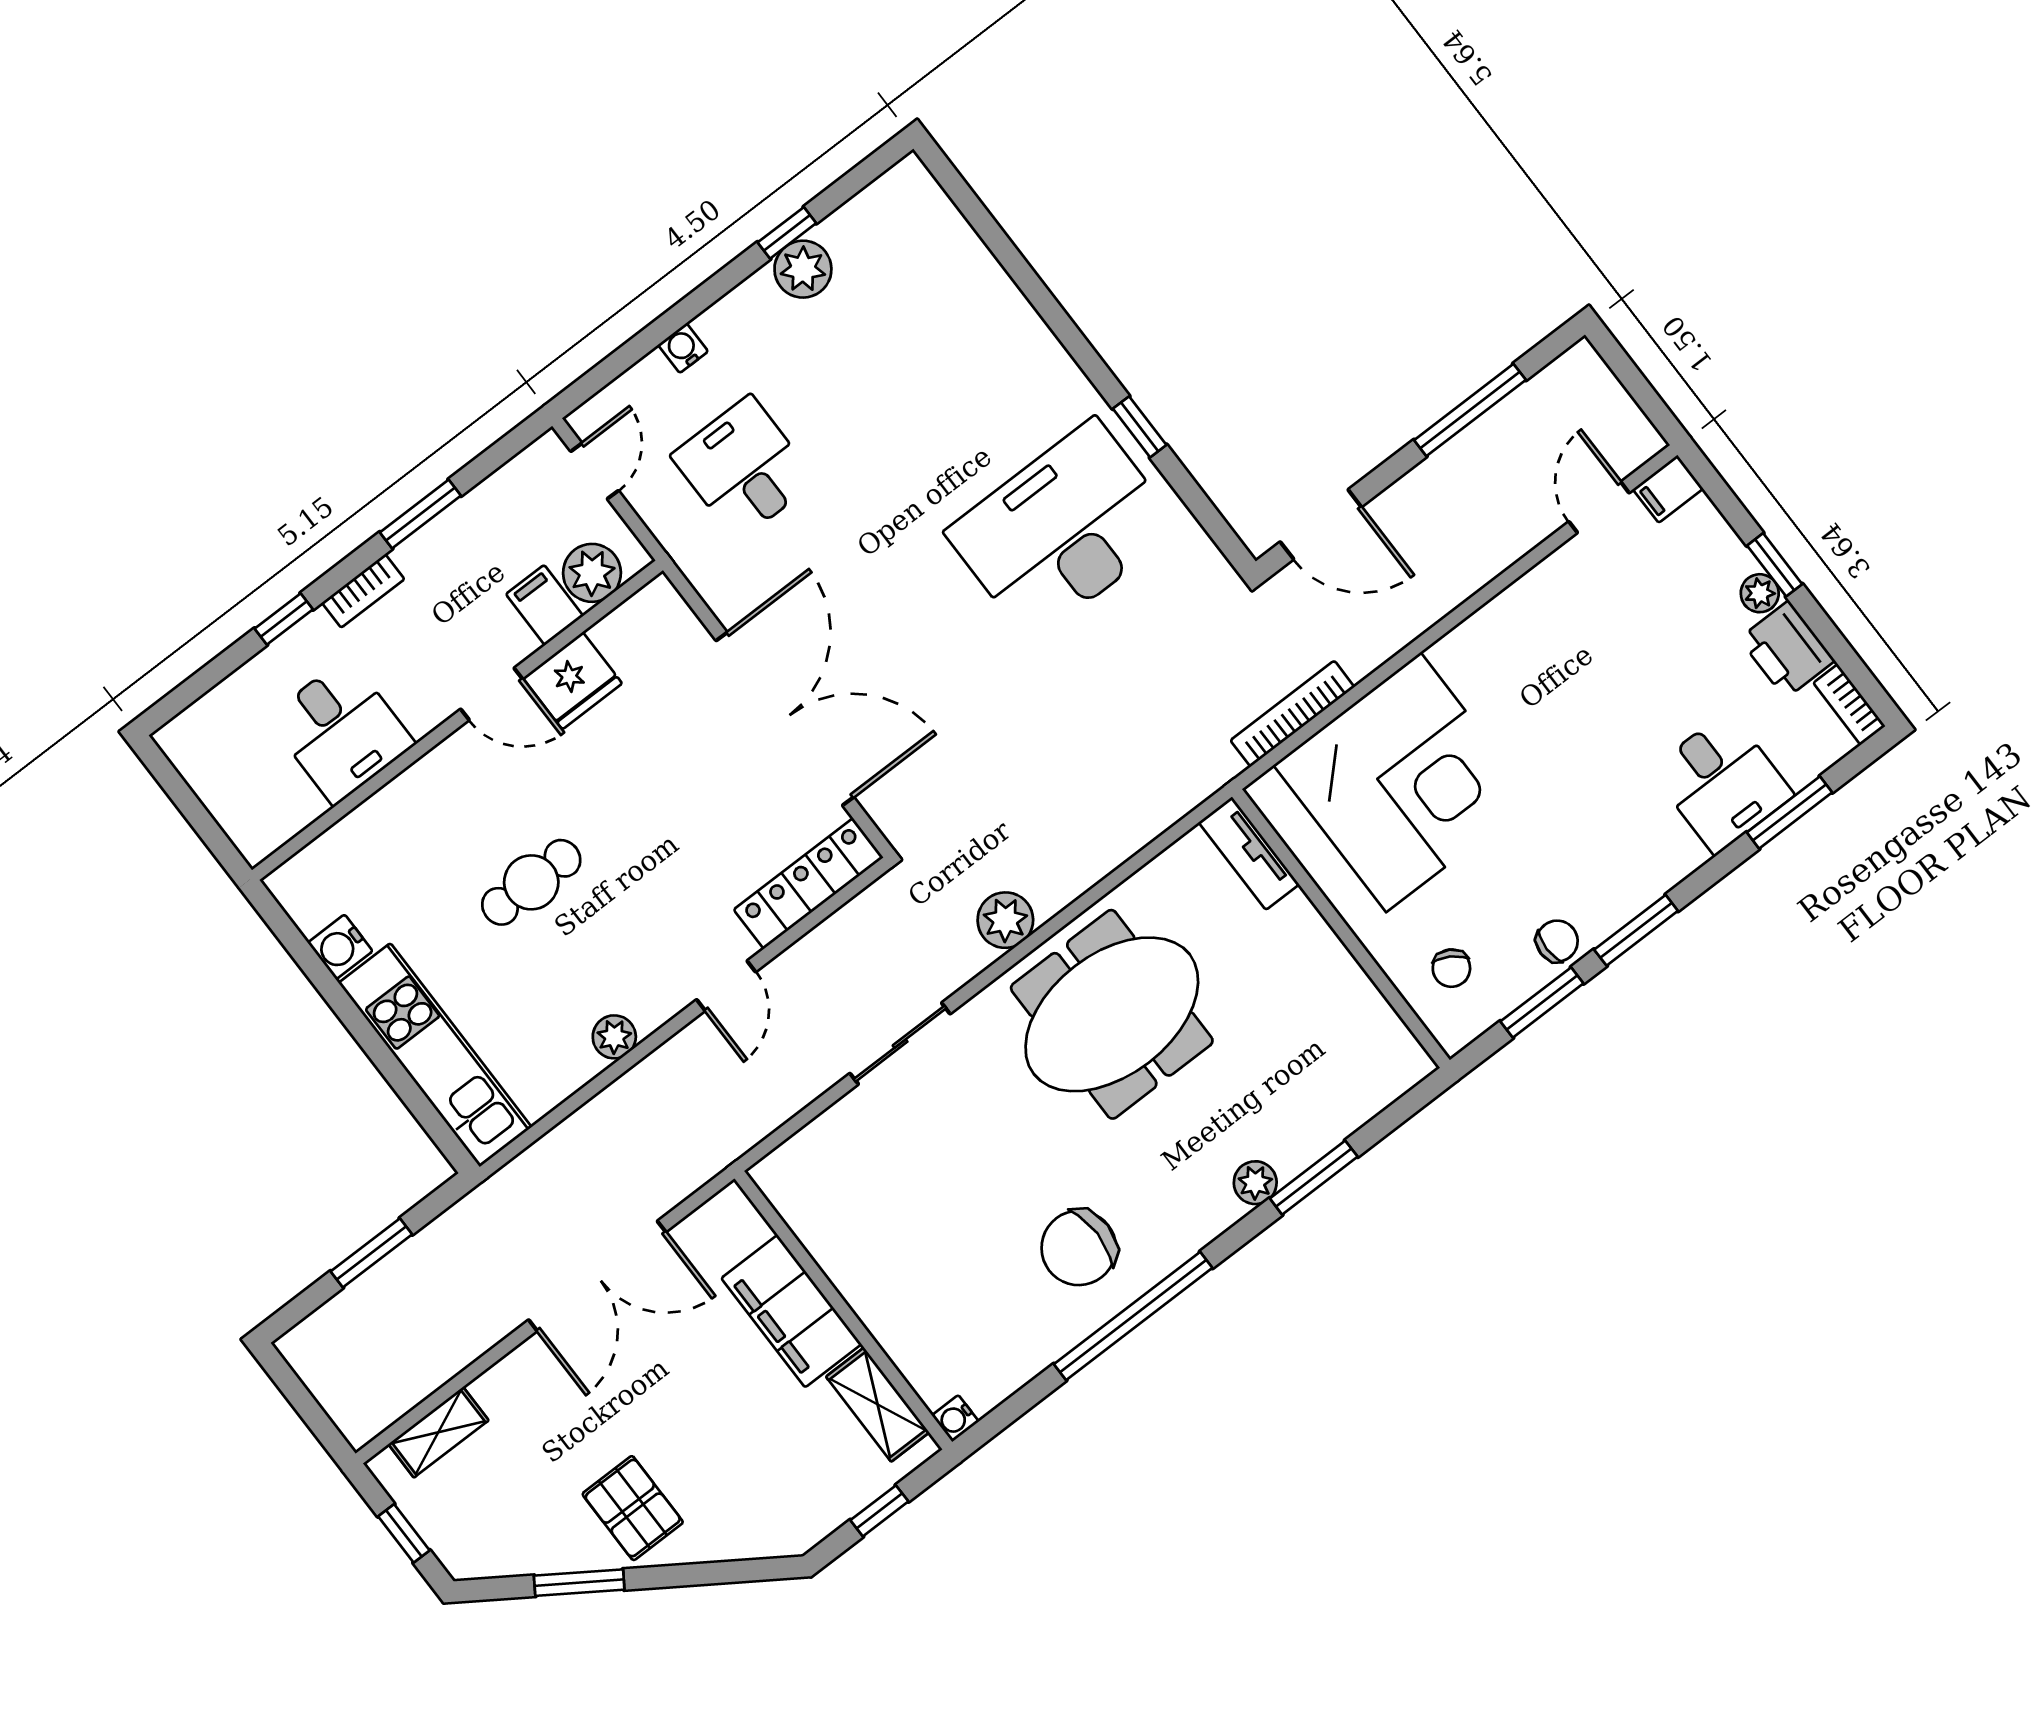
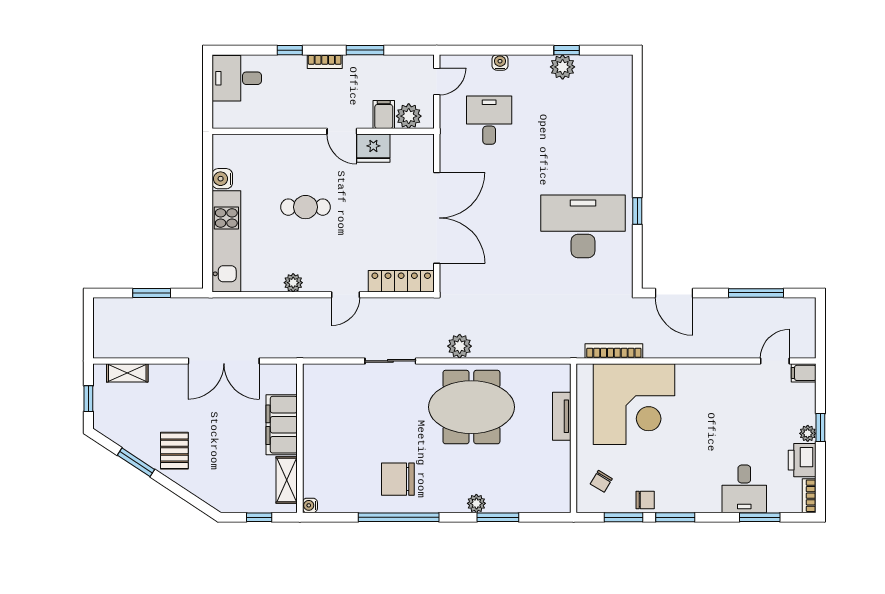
desk: (341, 731) -> (237, 78), moved, turned 90
tv unit: (1249, 853) -> (562, 416), moved

